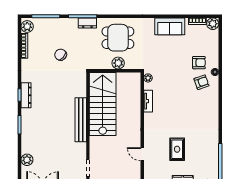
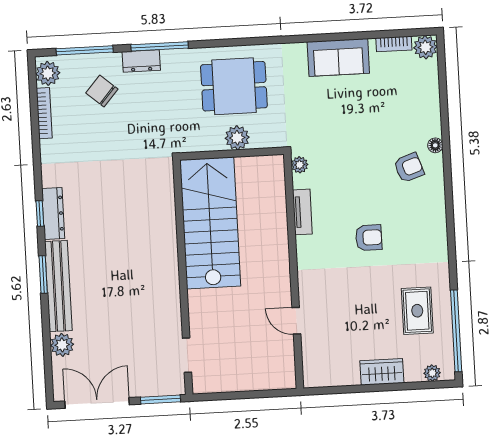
dresser: (87, 23) -> (141, 61), moved
chair: (61, 55) -> (102, 91), moved
armchair: (199, 63) -> (369, 238), moved
bench: (81, 120) -> (58, 286), moved
rug: (177, 149) -> (417, 311), moved

